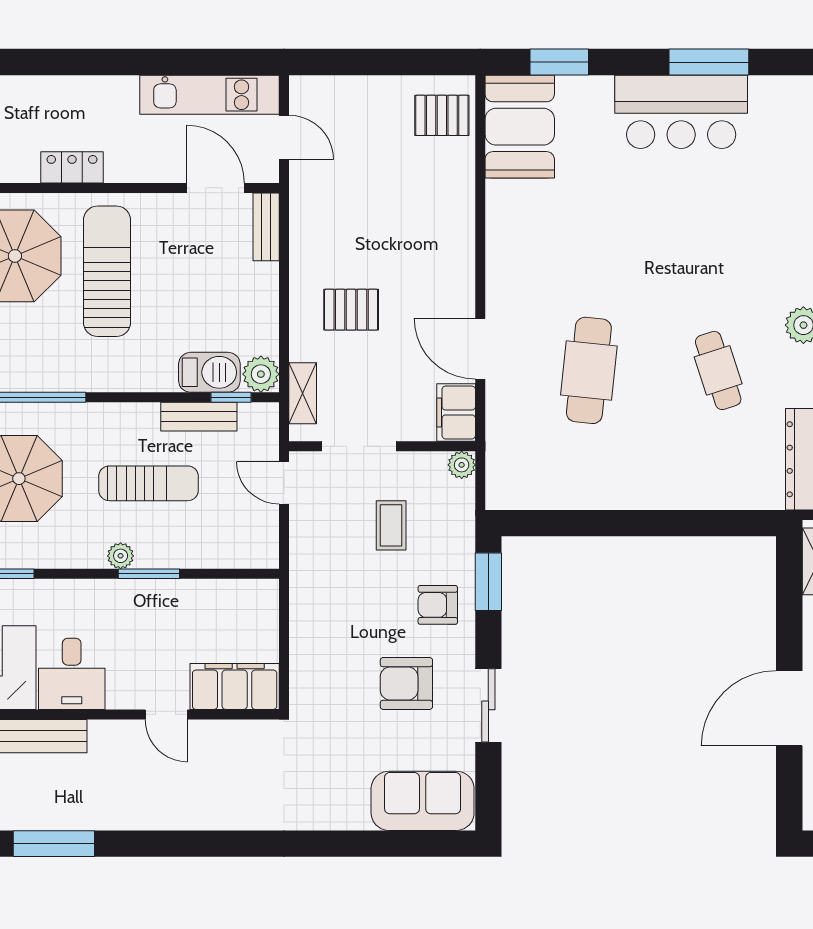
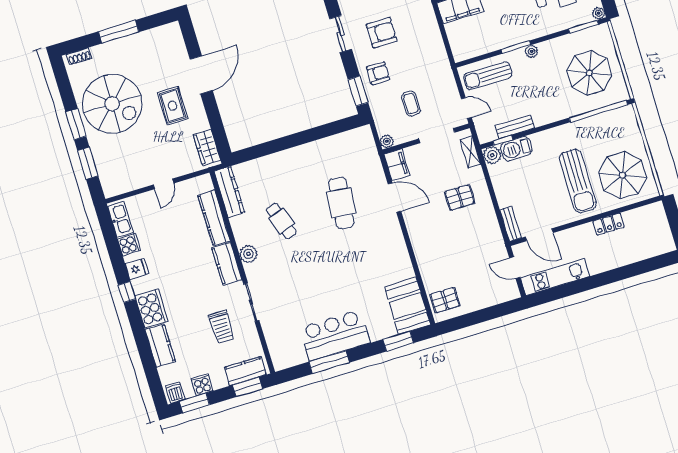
sun lounger: (148, 483) -> (488, 76), moved

